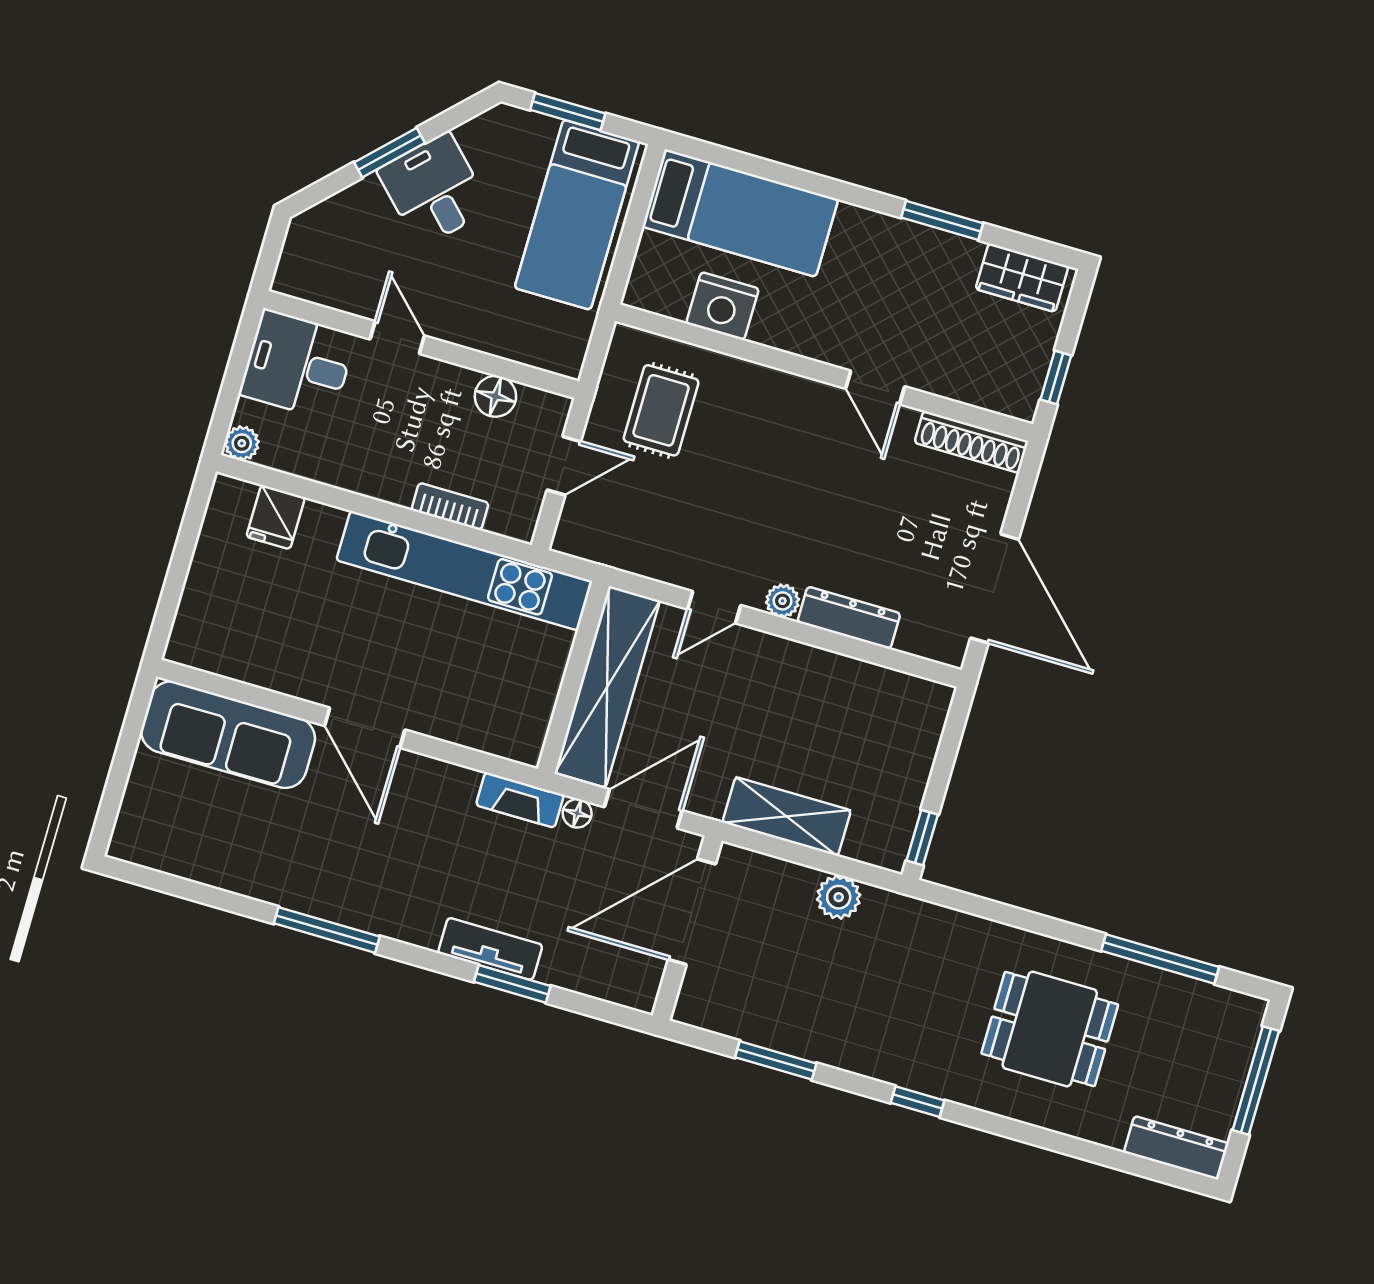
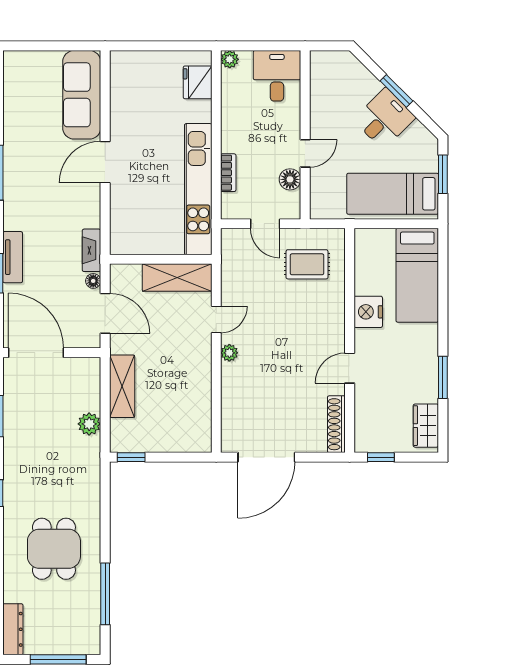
nightstand: (723, 306) -> (368, 312), moved
door: (397, 337) -> (305, 153), moved
fridge: (276, 517) -> (198, 82), width x1.38
door: (714, 607) -> (216, 319), swing flipped
dresser: (849, 618) -> (231, 388), removed
shelving: (607, 687) -> (177, 278), width x0.68
door: (692, 912) -> (36, 353), moved

